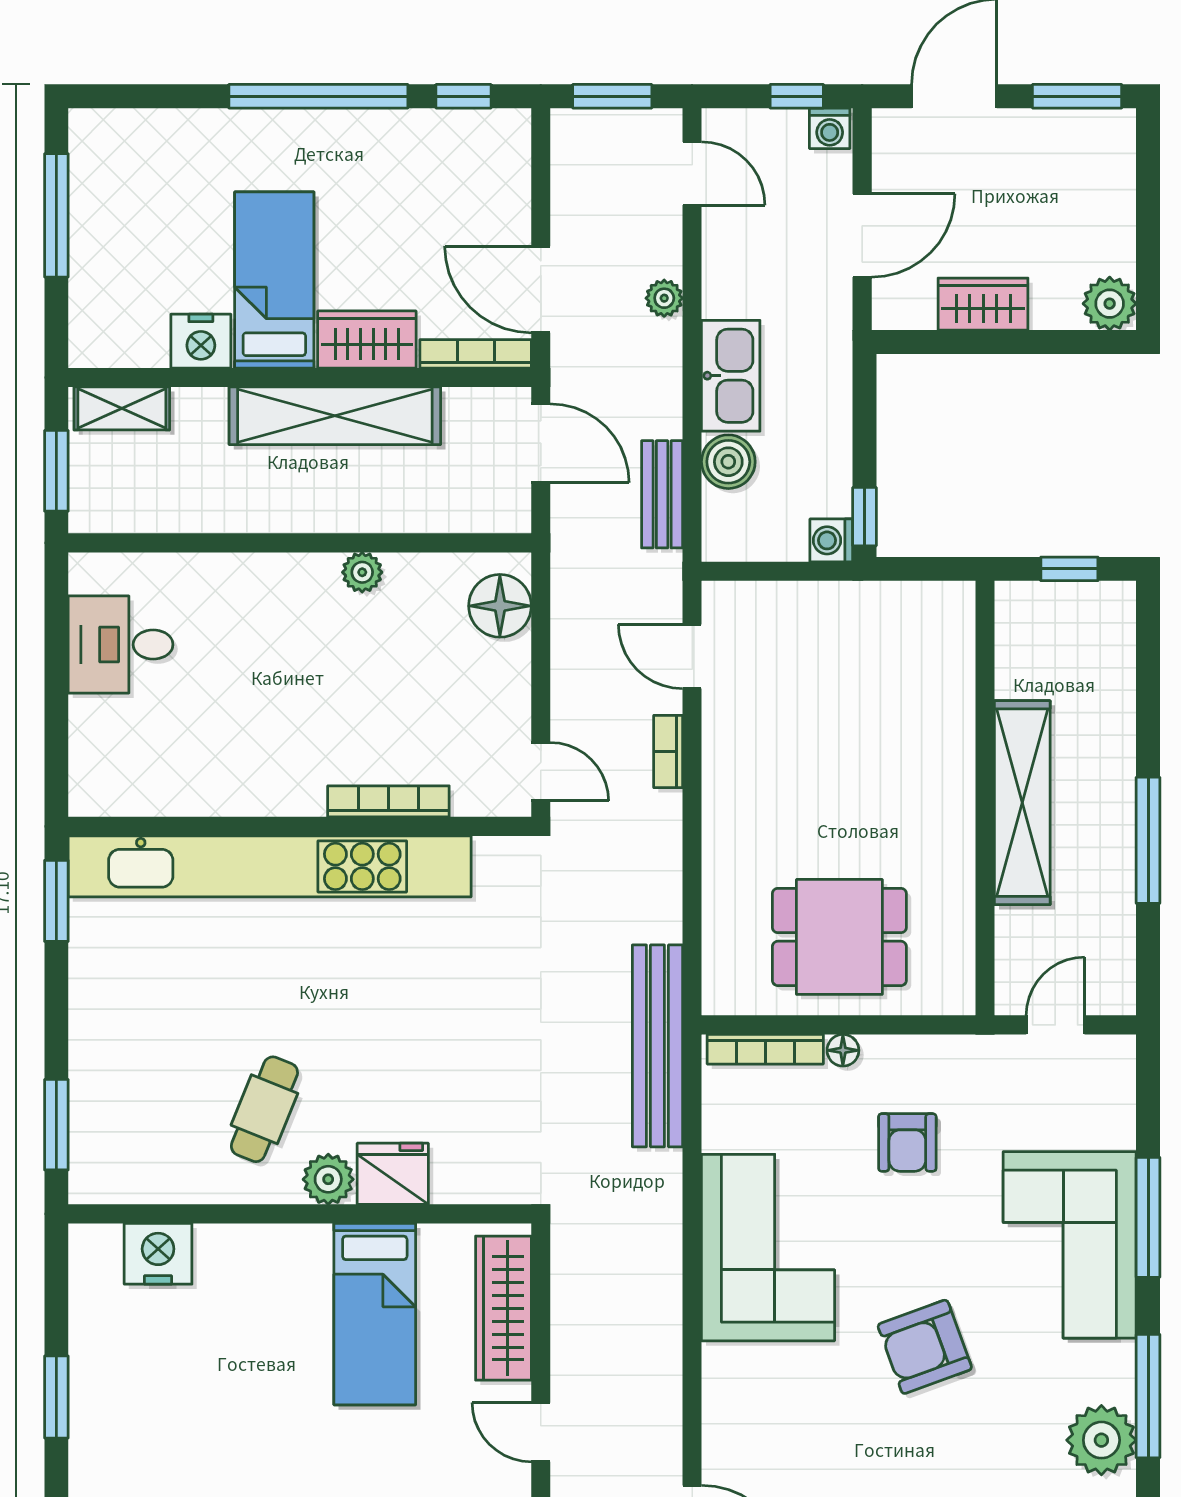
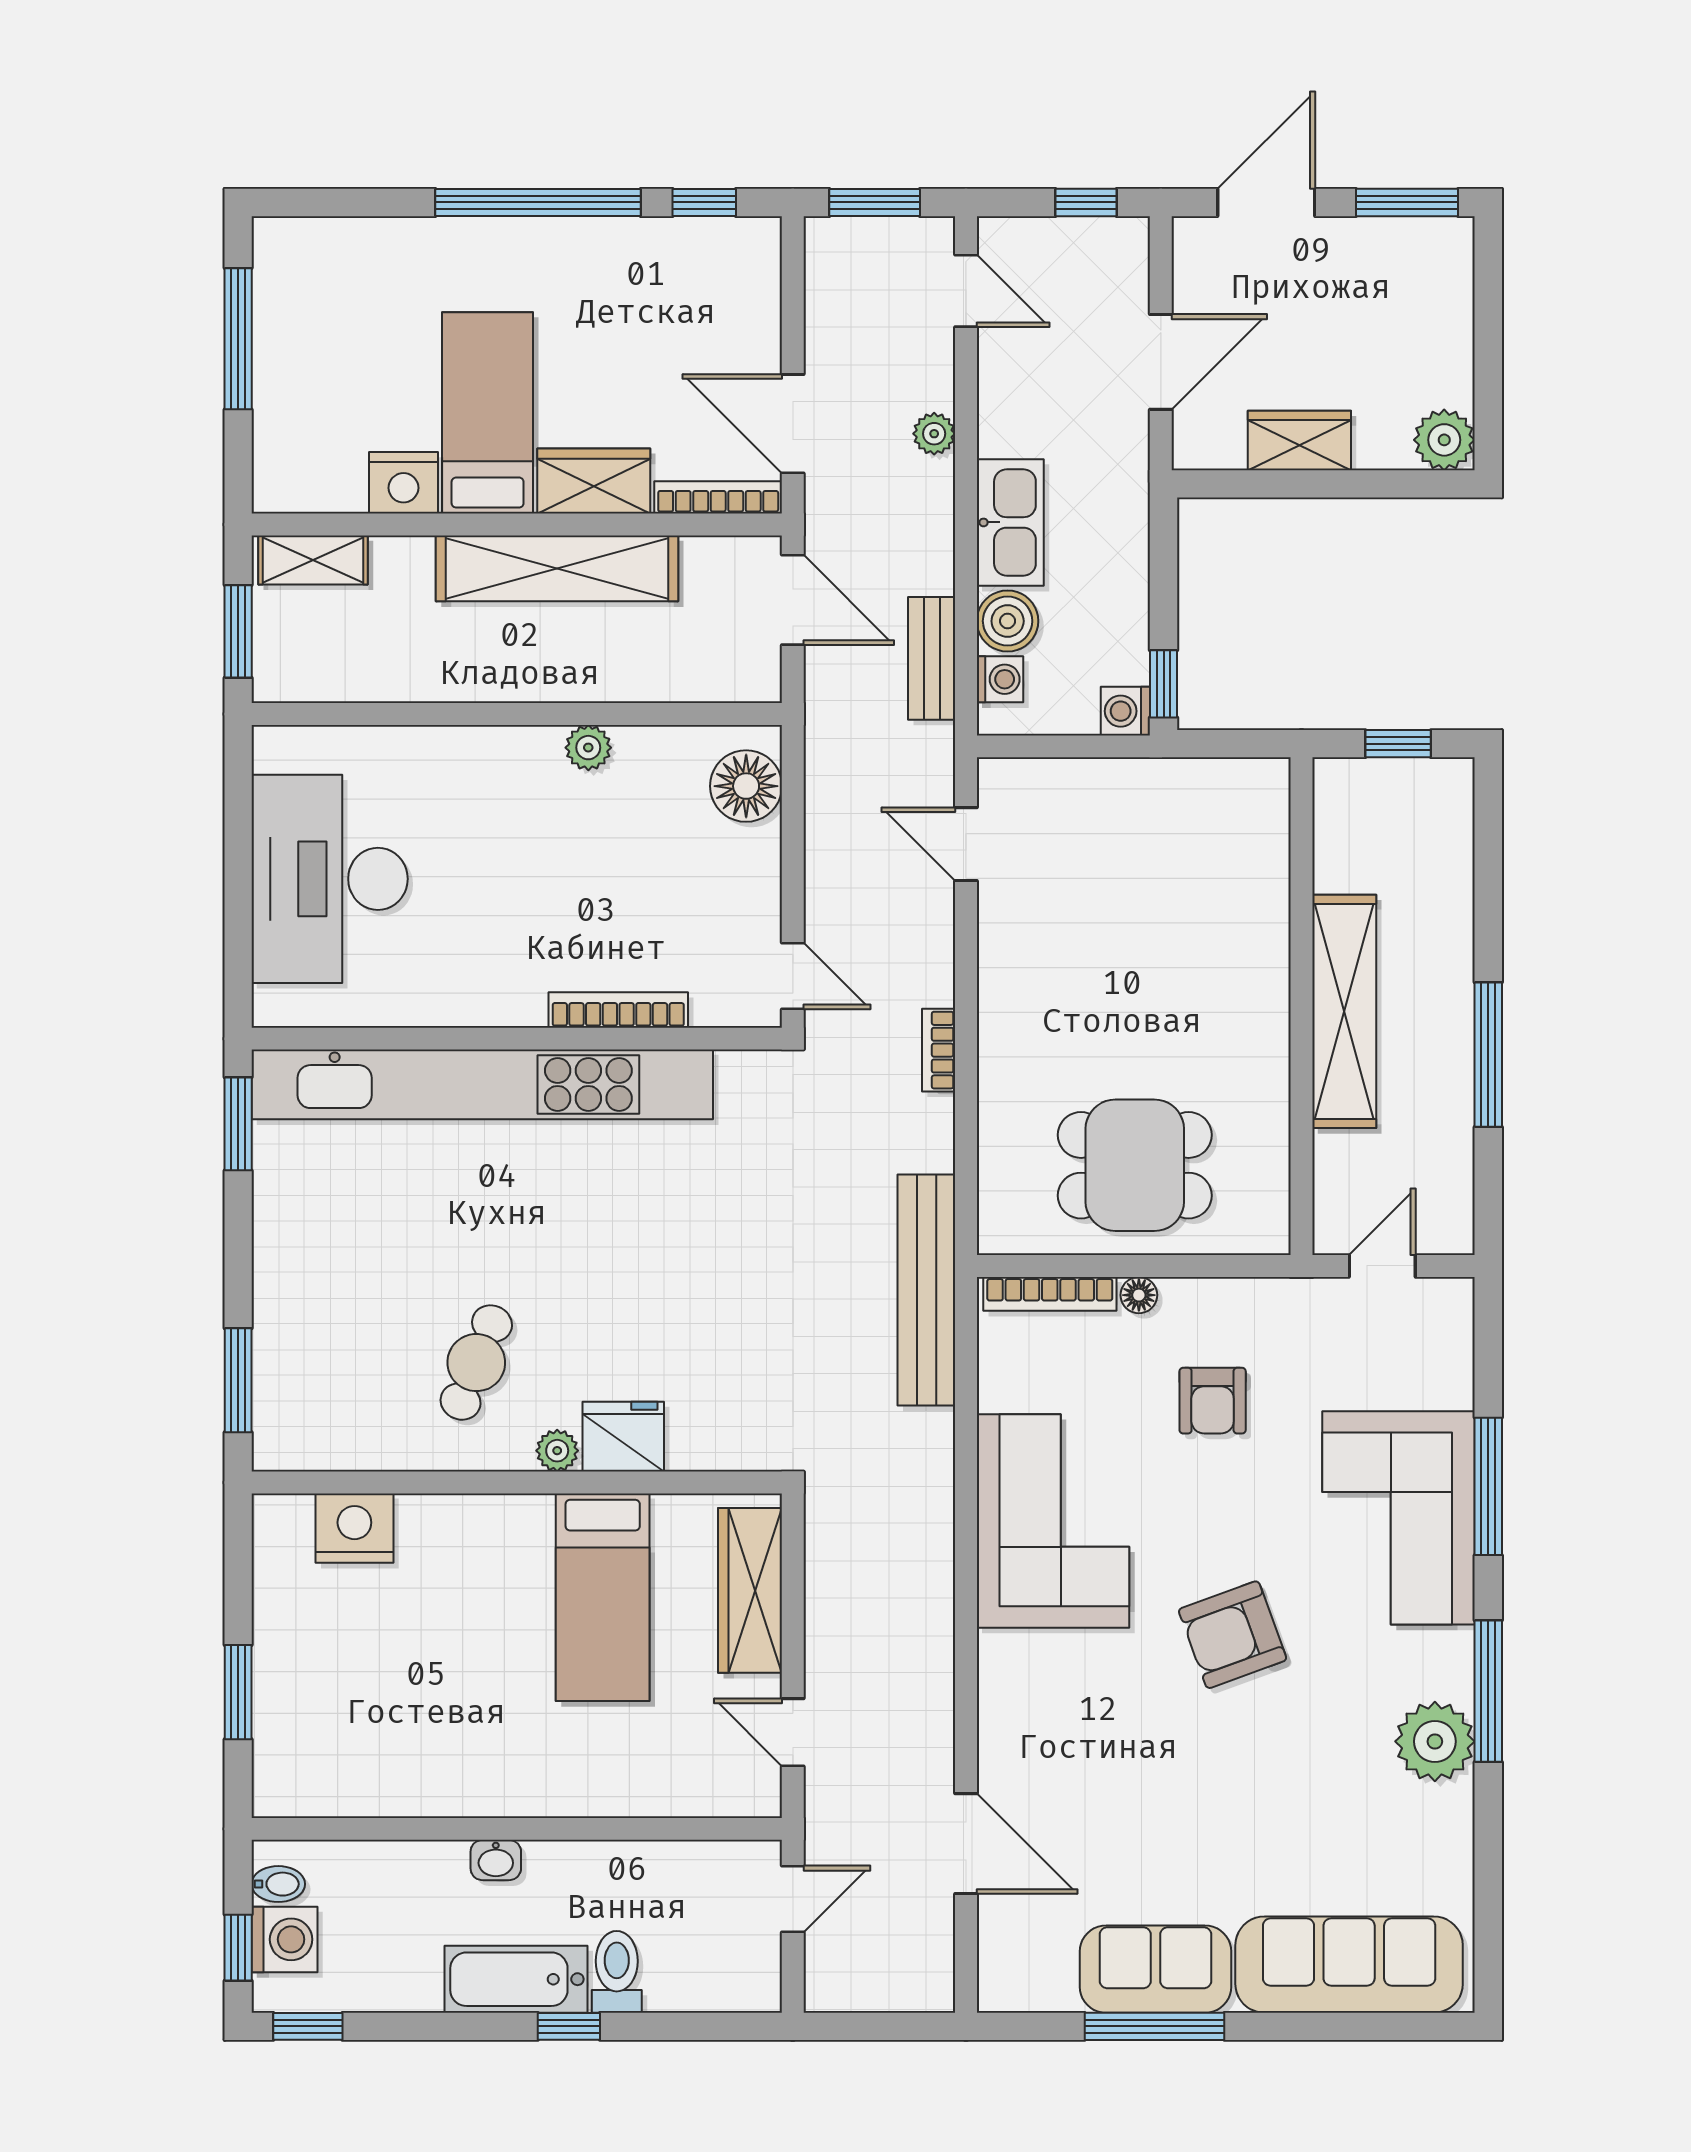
washing machine: (830, 128) -> (1000, 679), moved, turned -90
desk: (121, 645) -> (330, 879), width x1.87, depth x1.30
bookcase: (668, 752) -> (939, 1050), moved
plant: (328, 1179) -> (557, 1451), width x0.73, depth x0.73

